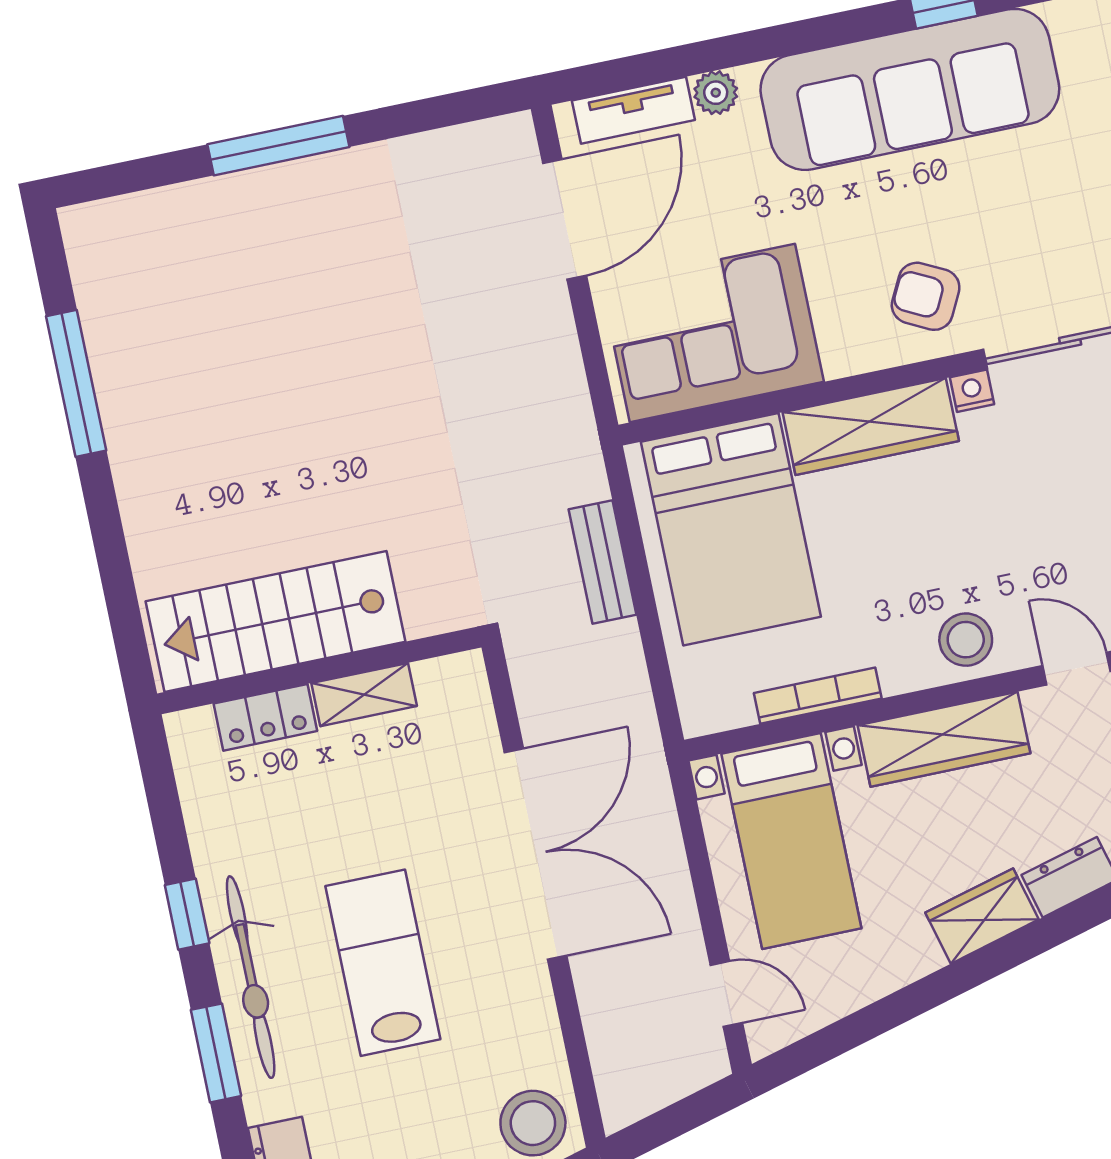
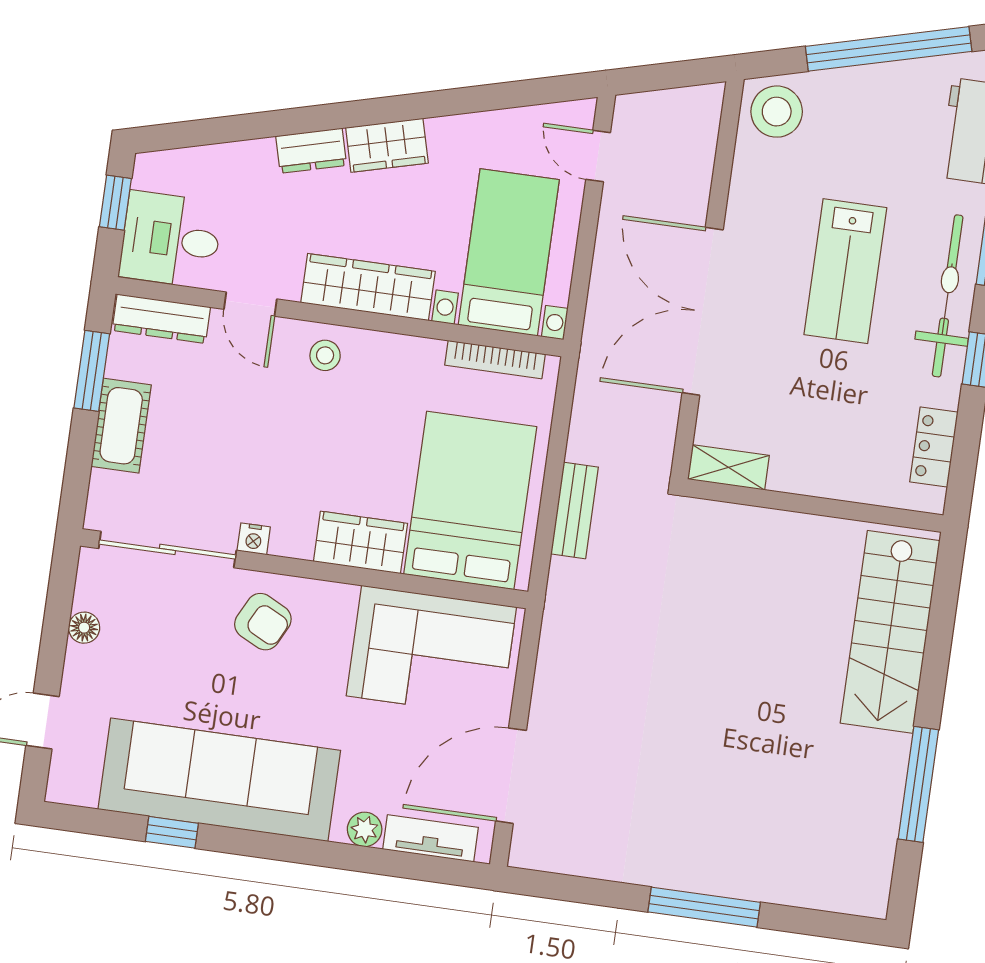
wardrobe: (871, 427) -> (360, 542), width x0.67
stairs: (275, 621) -> (890, 632), moved, turned 90
stool: (966, 640) -> (325, 355), width x0.73, depth x0.73
shelving: (364, 695) -> (728, 467), moved
bookcase: (818, 696) -> (495, 360), moved
locker: (265, 717) -> (934, 447), moved, turned -90

